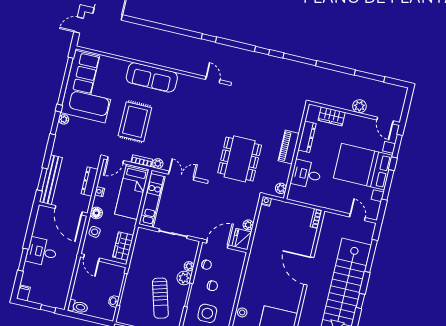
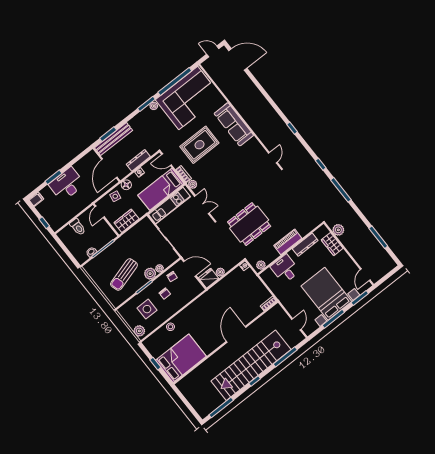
plant: (359, 106) -> (338, 230), moved
desk: (42, 252) -> (67, 184), width x1.37
toilet: (78, 307) -> (78, 227), moved

